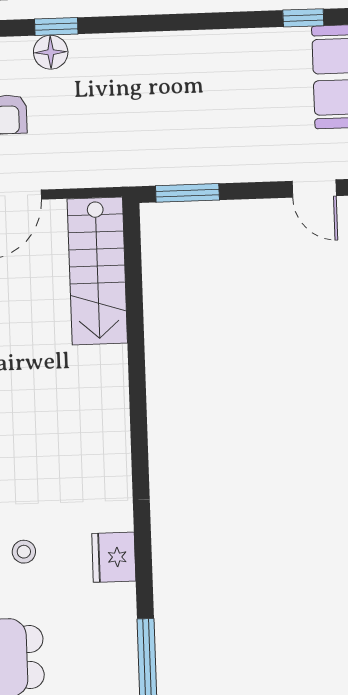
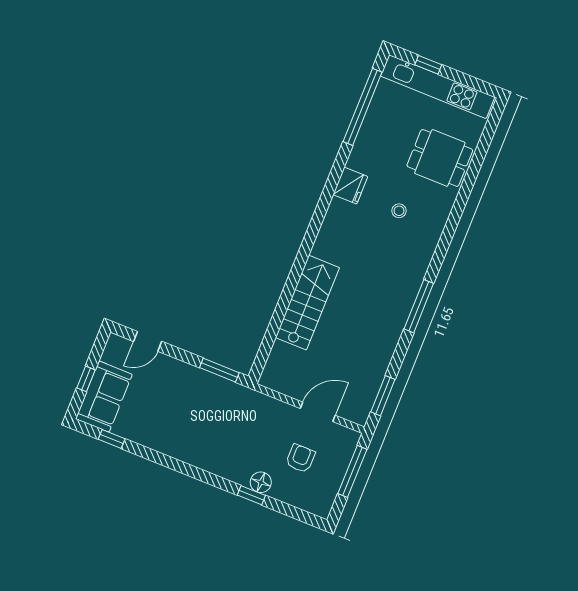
door: (314, 189) -> (148, 341), swing flipped
stairs: (97, 271) -> (307, 303), moved

